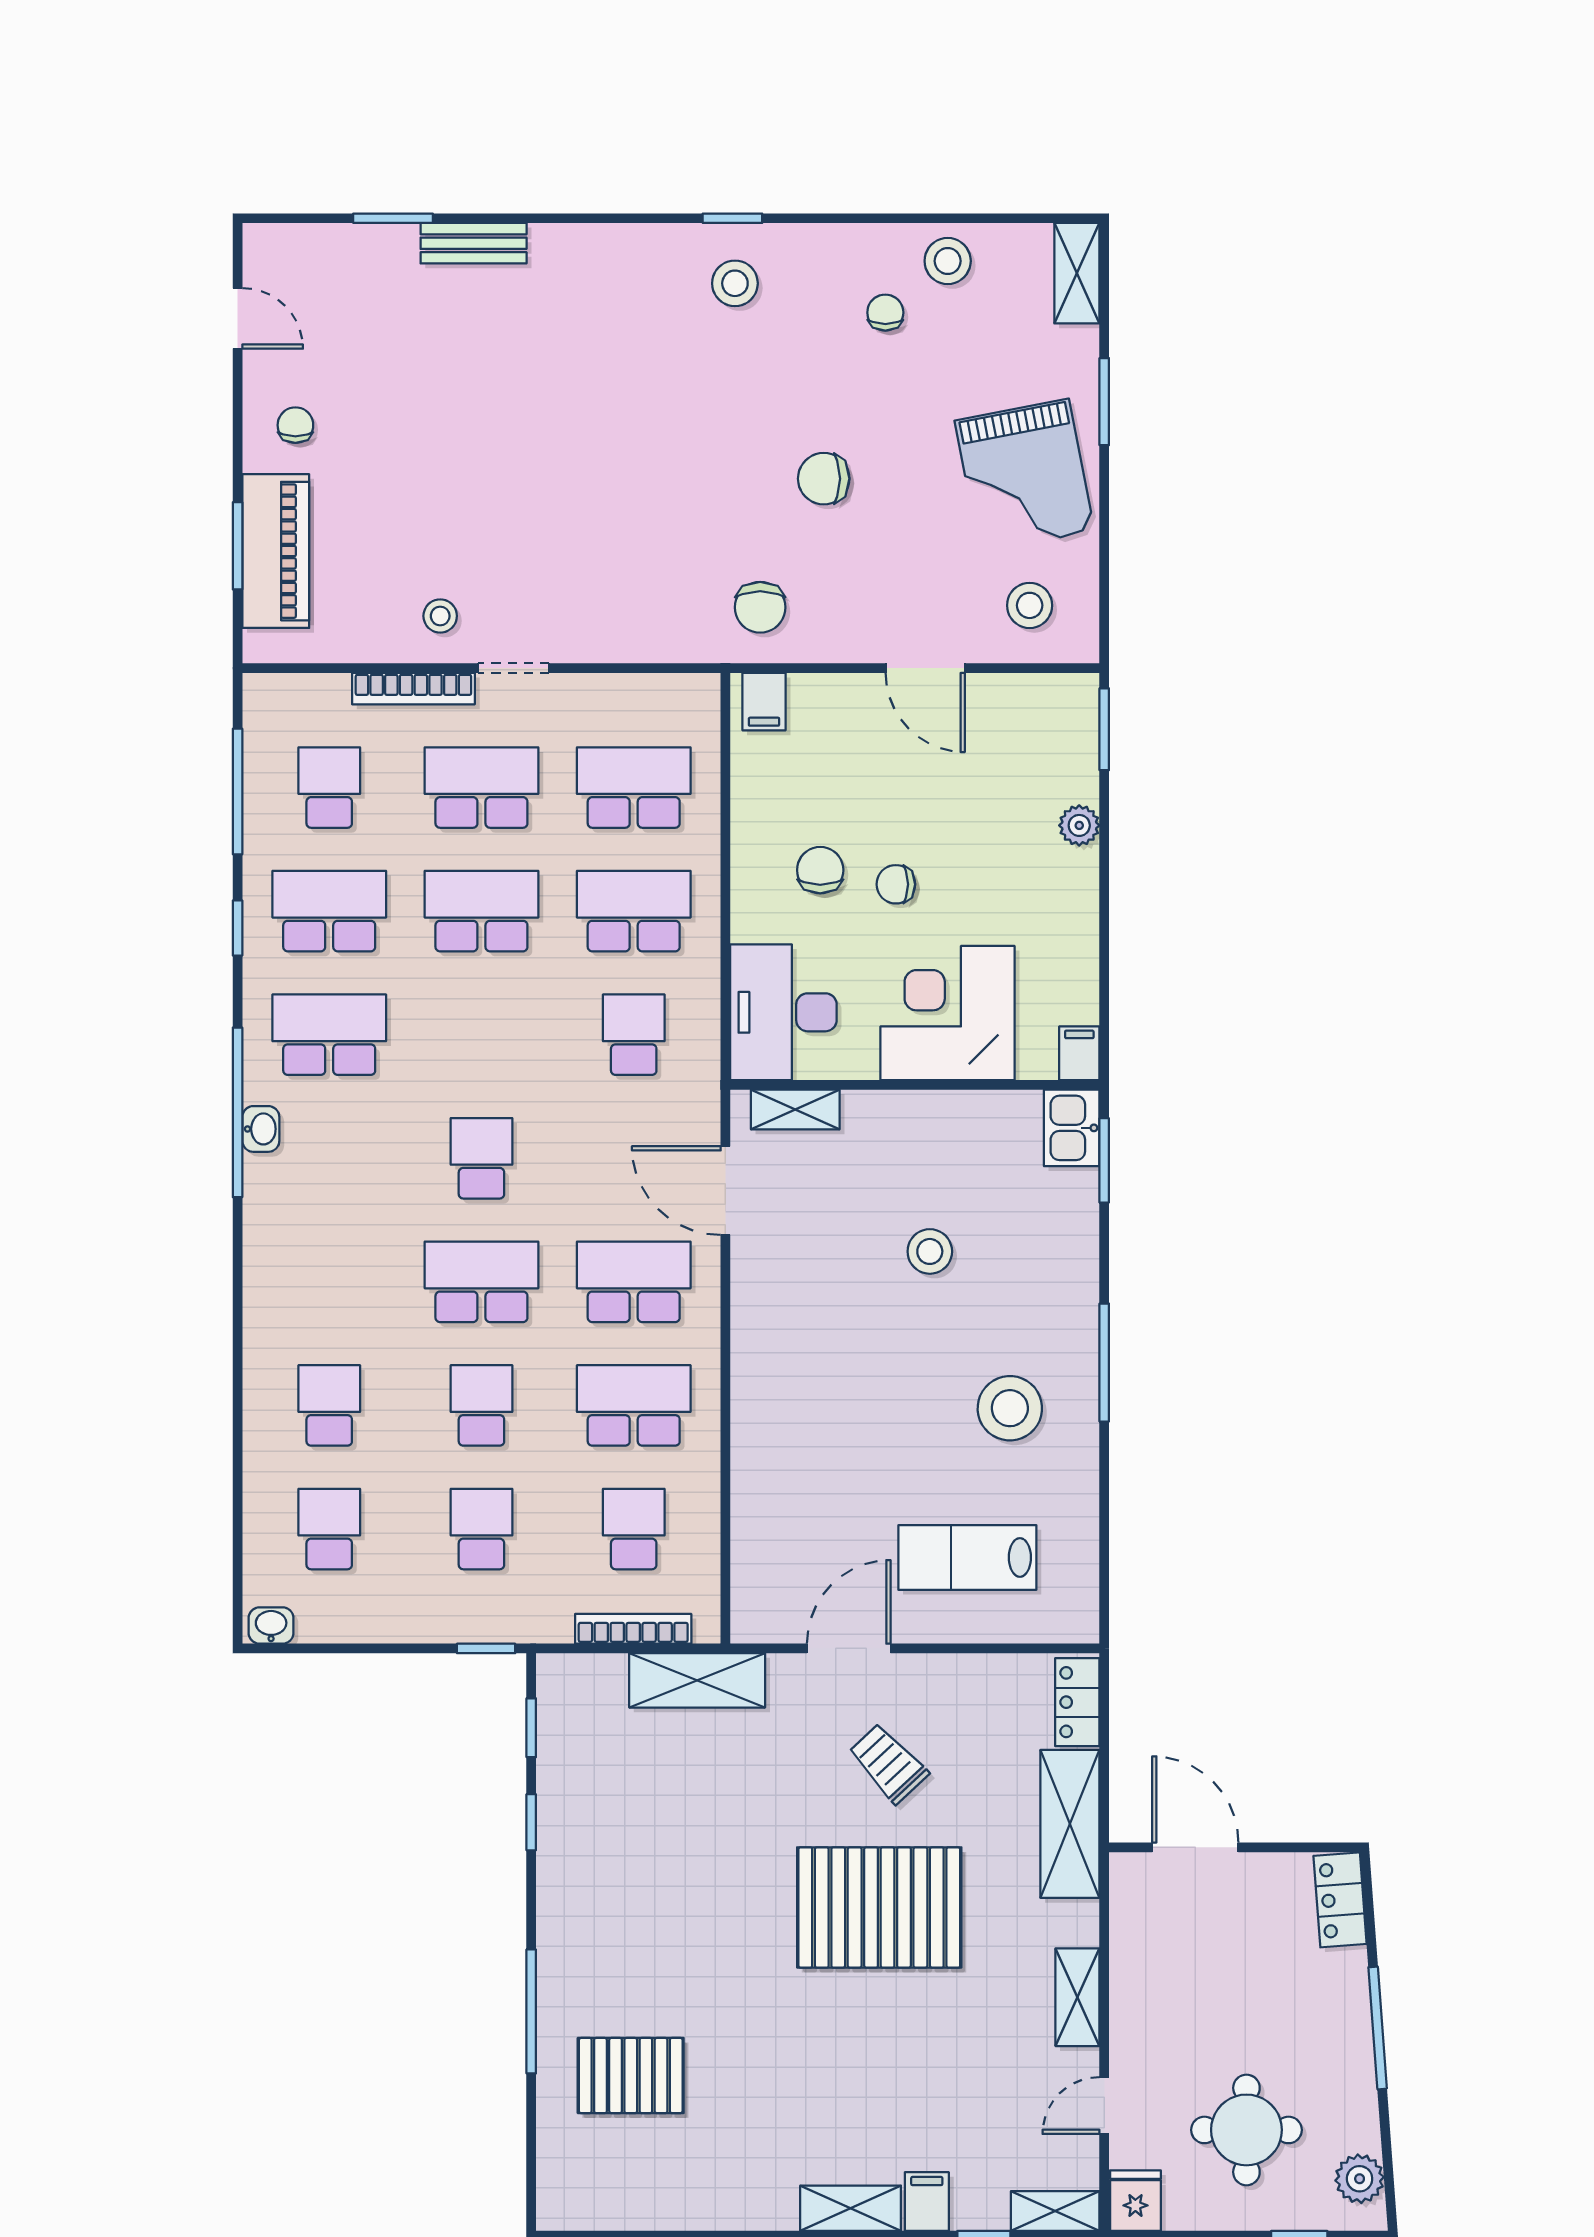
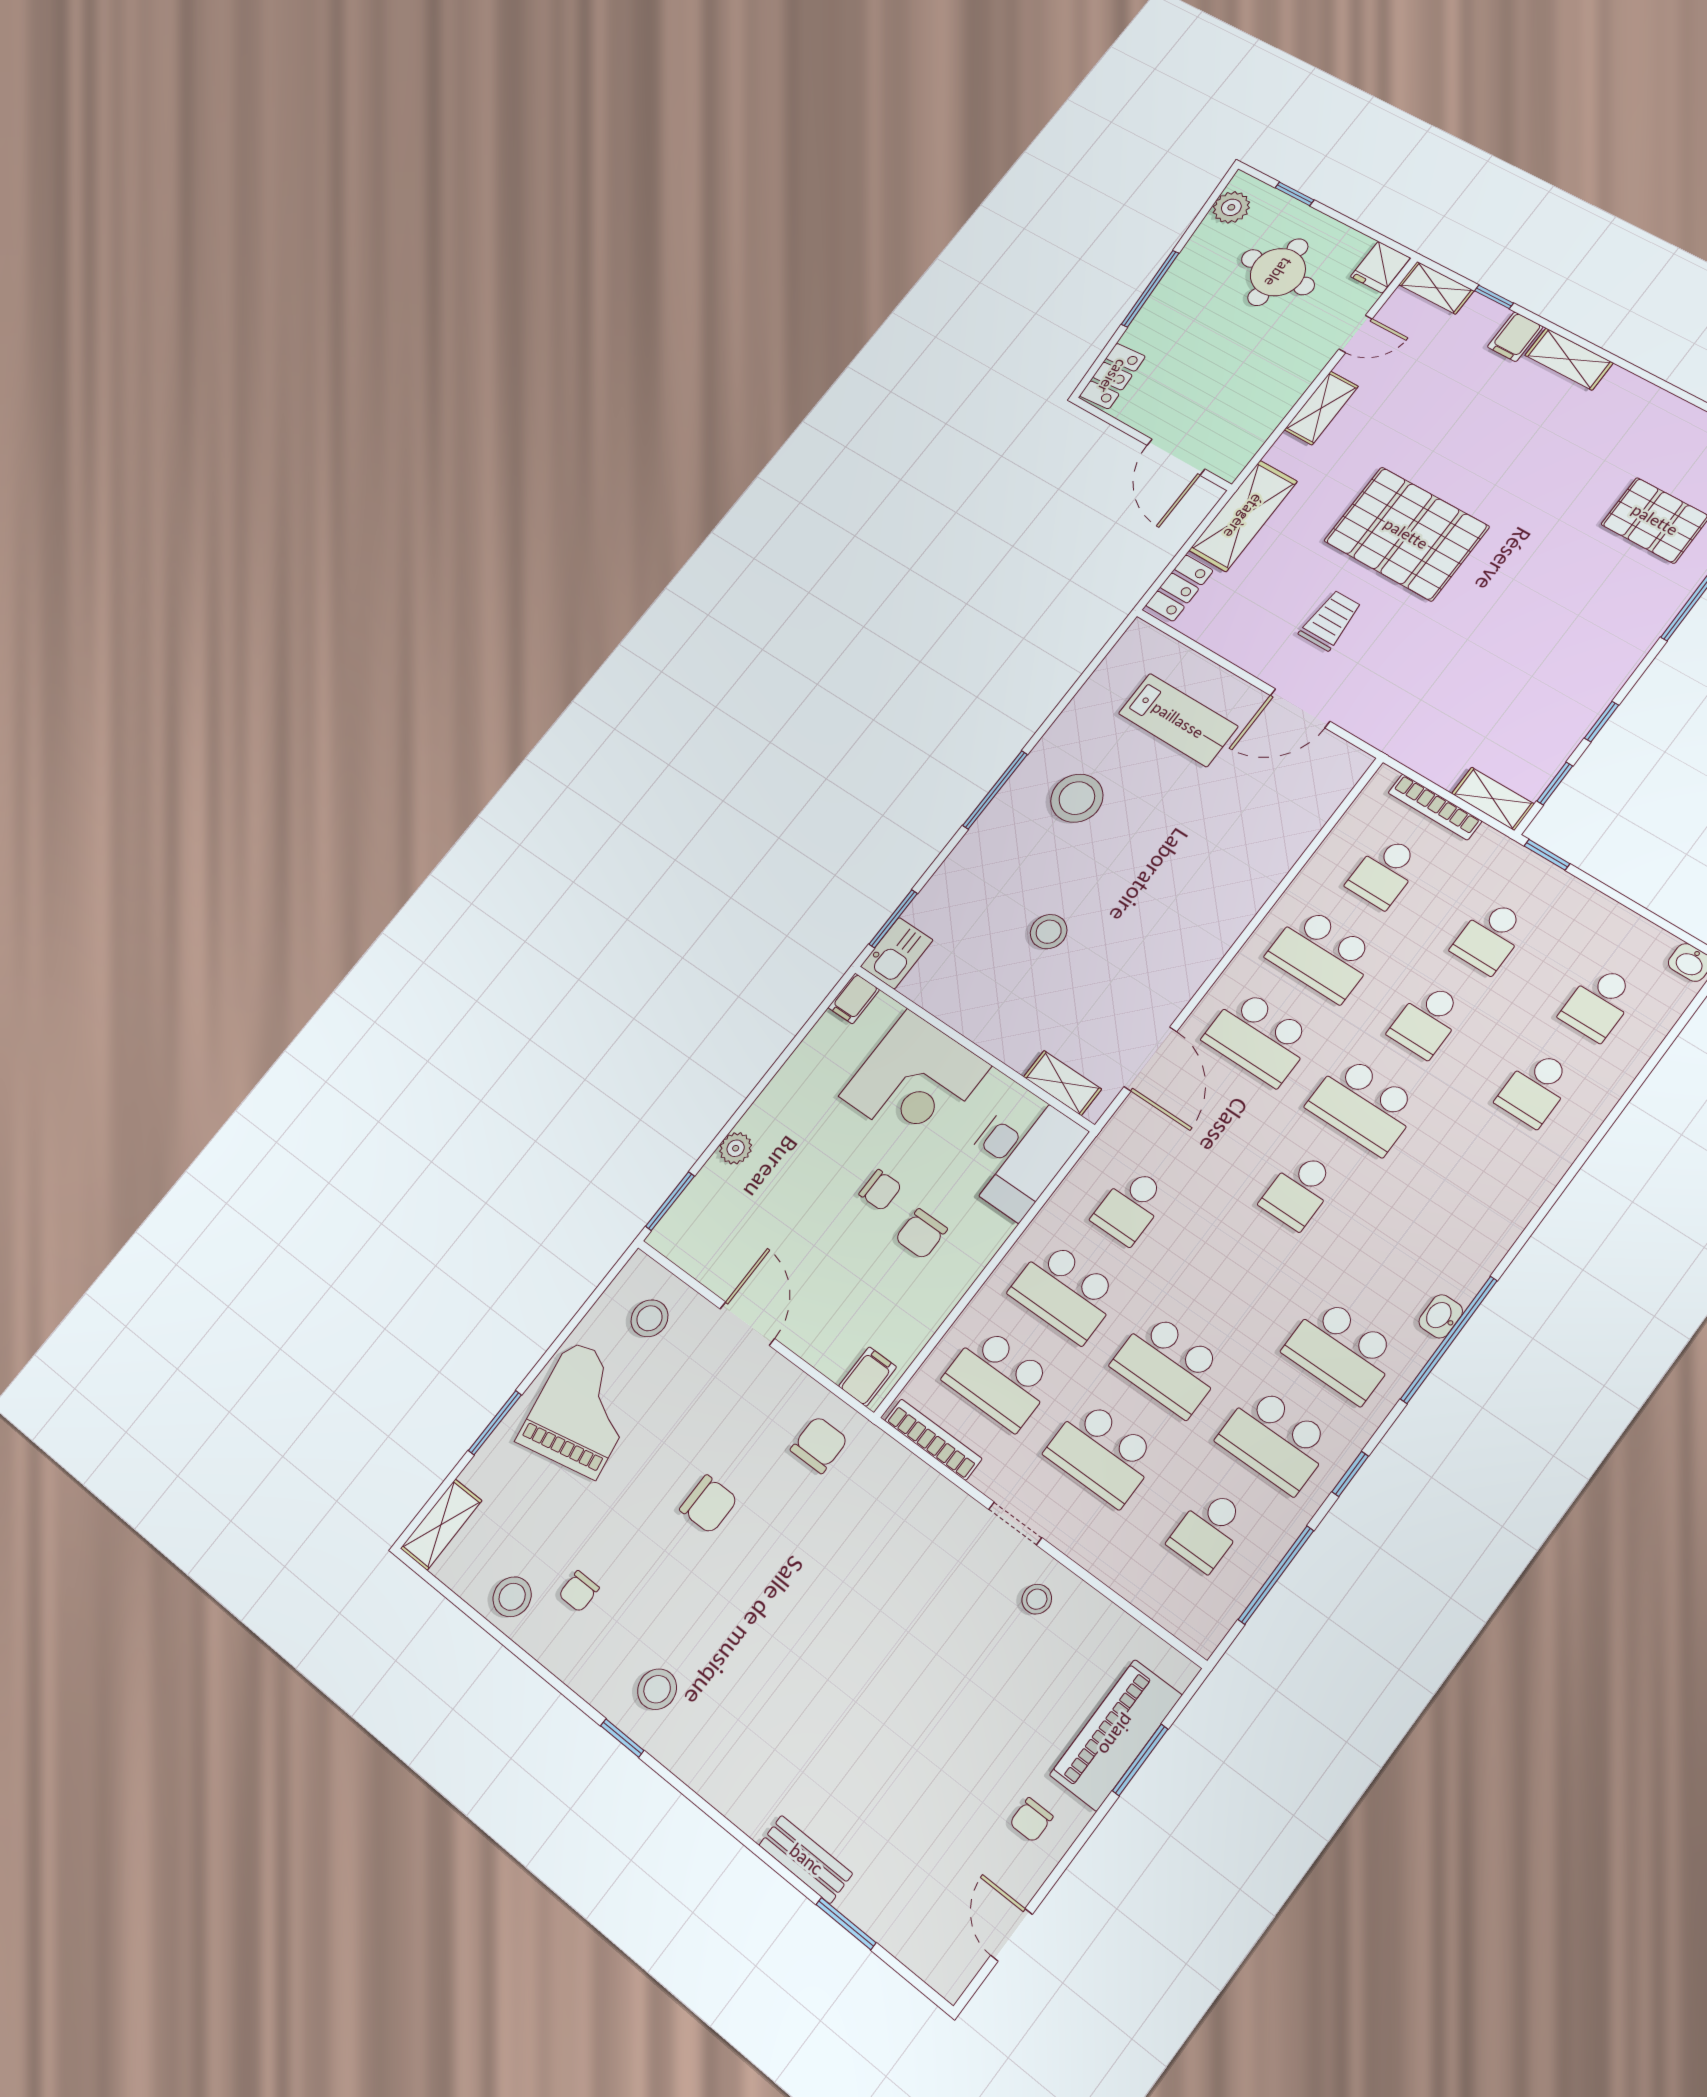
bookcase: (413, 689) -> (933, 1440), moved
shelving: (697, 1680) -> (1493, 799), moved, width x0.67, depth x0.75
trolley: (888, 1763) -> (1330, 620), turned -137

